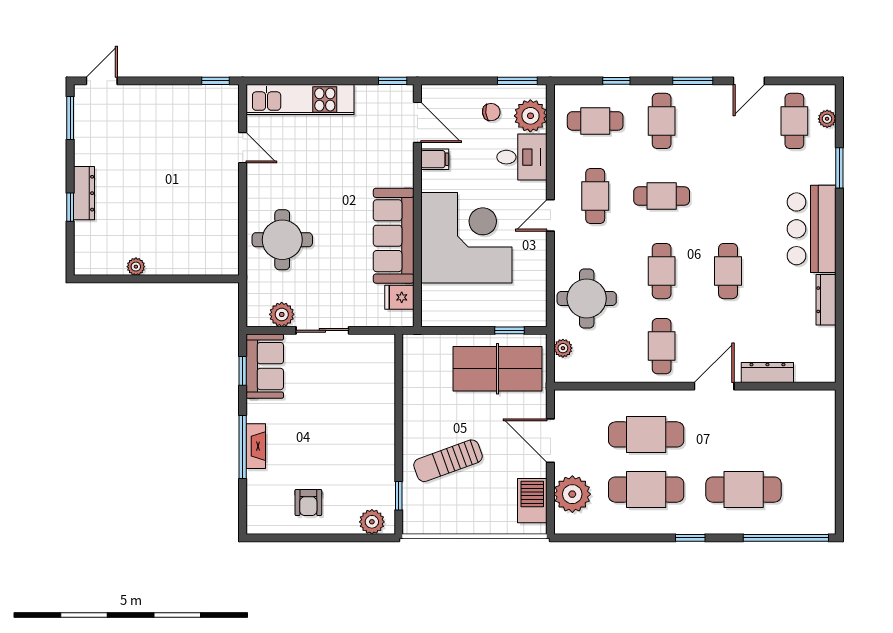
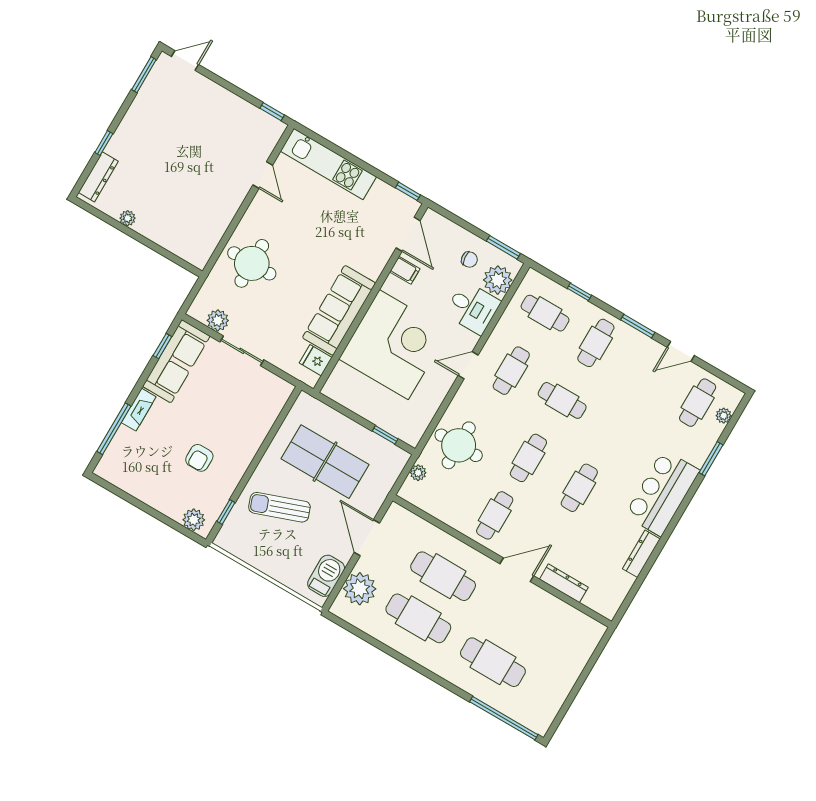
dresser: (84, 193) -> (98, 177), moved
sofa: (265, 366) -> (176, 361), width x1.36
table tennis table: (498, 369) -> (325, 462), moved
window: (243, 447) -> (114, 429), moved
armchair: (308, 502) -> (199, 458), moved
window: (690, 538) -> (430, 675), removed

